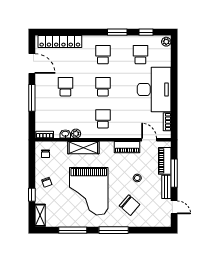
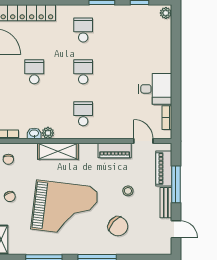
school desk: (140, 55) -> (132, 30), removed
desk: (154, 89) -> (155, 89), width x0.53, depth x0.77
grand piano: (89, 191) -> (65, 208), turned -83

